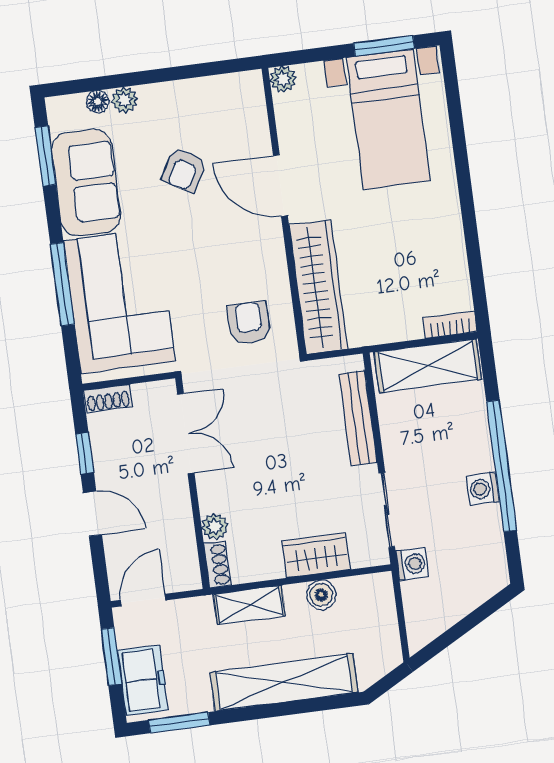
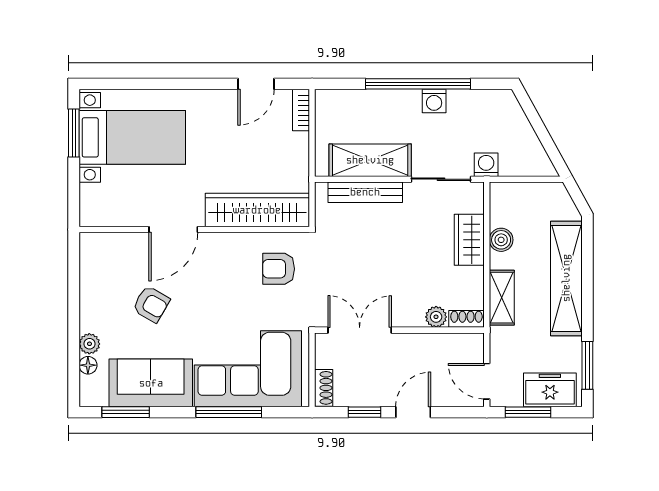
plant: (283, 79) -> (90, 216), removed
door: (475, 264) -> (256, 84), added
shelving: (428, 366) -> (370, 160), moved, turned 90

